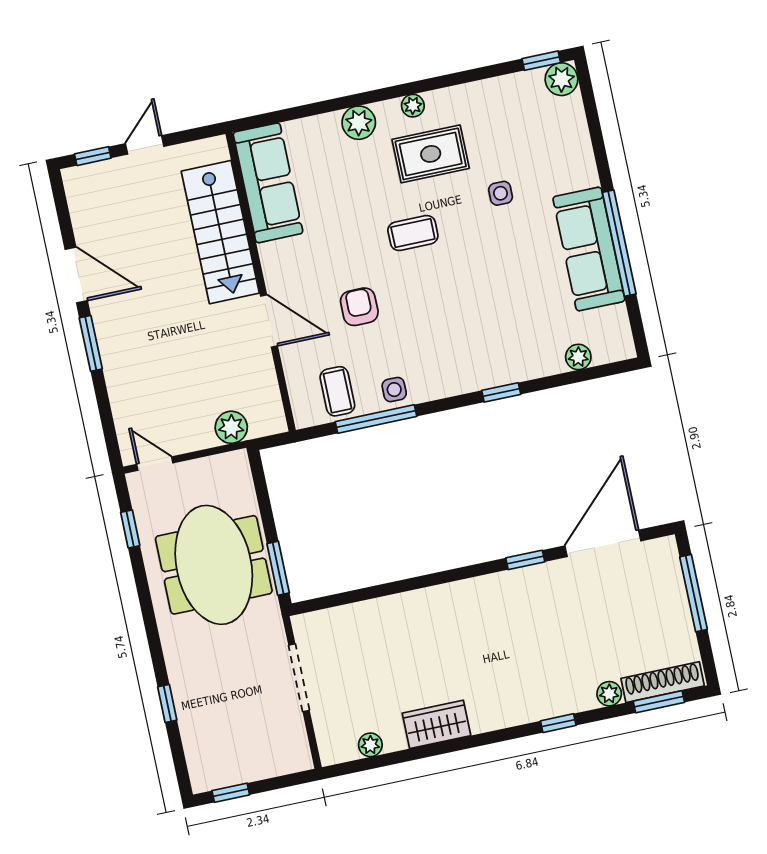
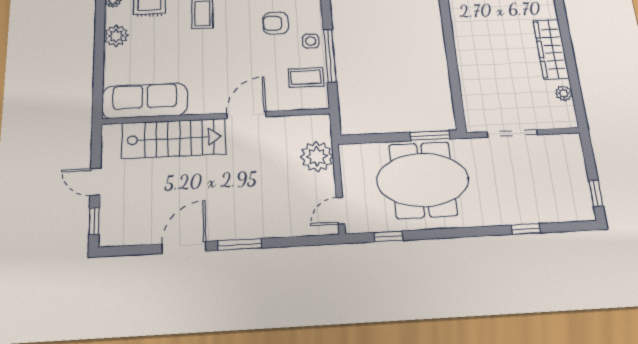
armchair: (359, 307) -> (276, 23), moved
plant: (231, 427) -> (317, 157), width x1.36, depth x1.36
wardrobe: (436, 724) -> (551, 49), width x1.50

